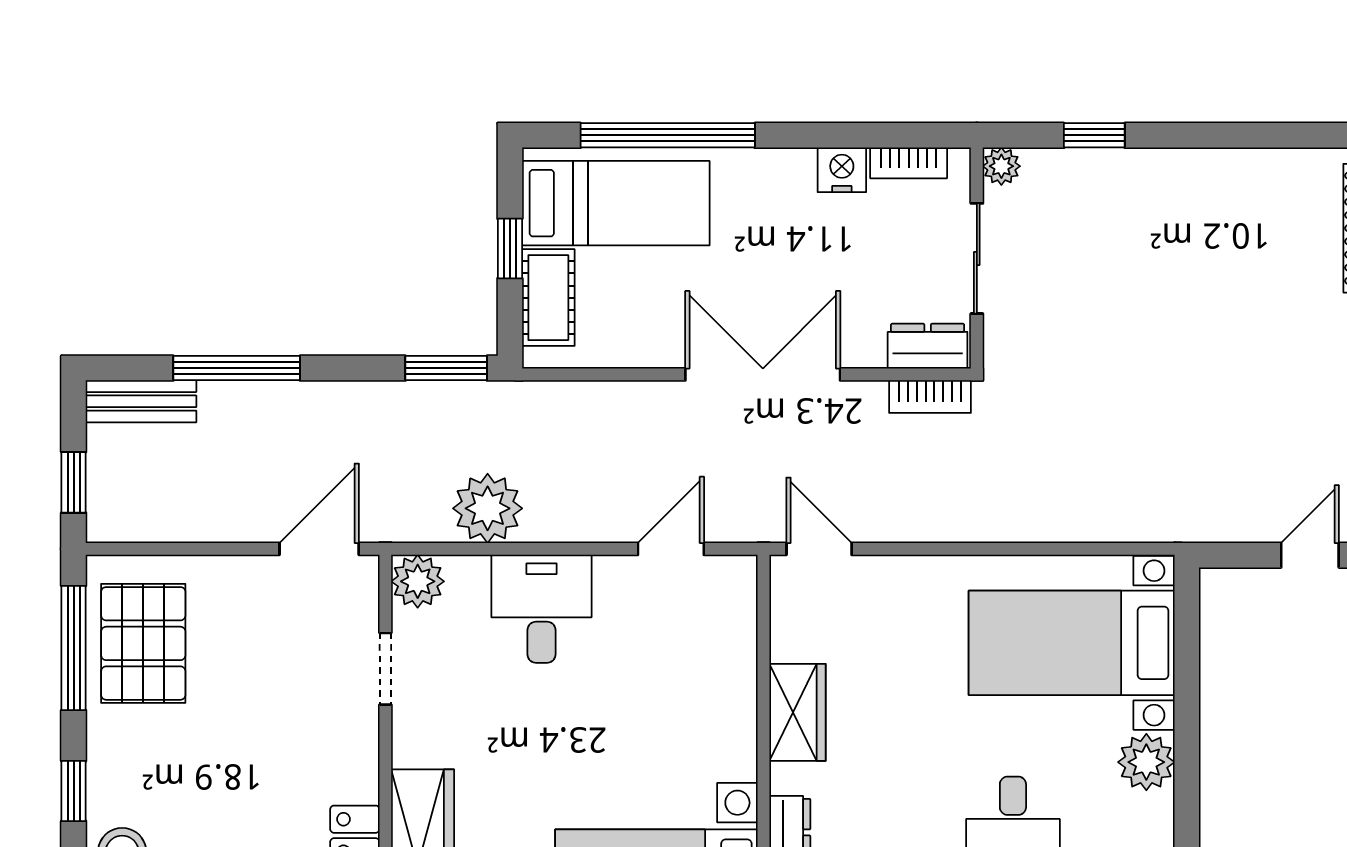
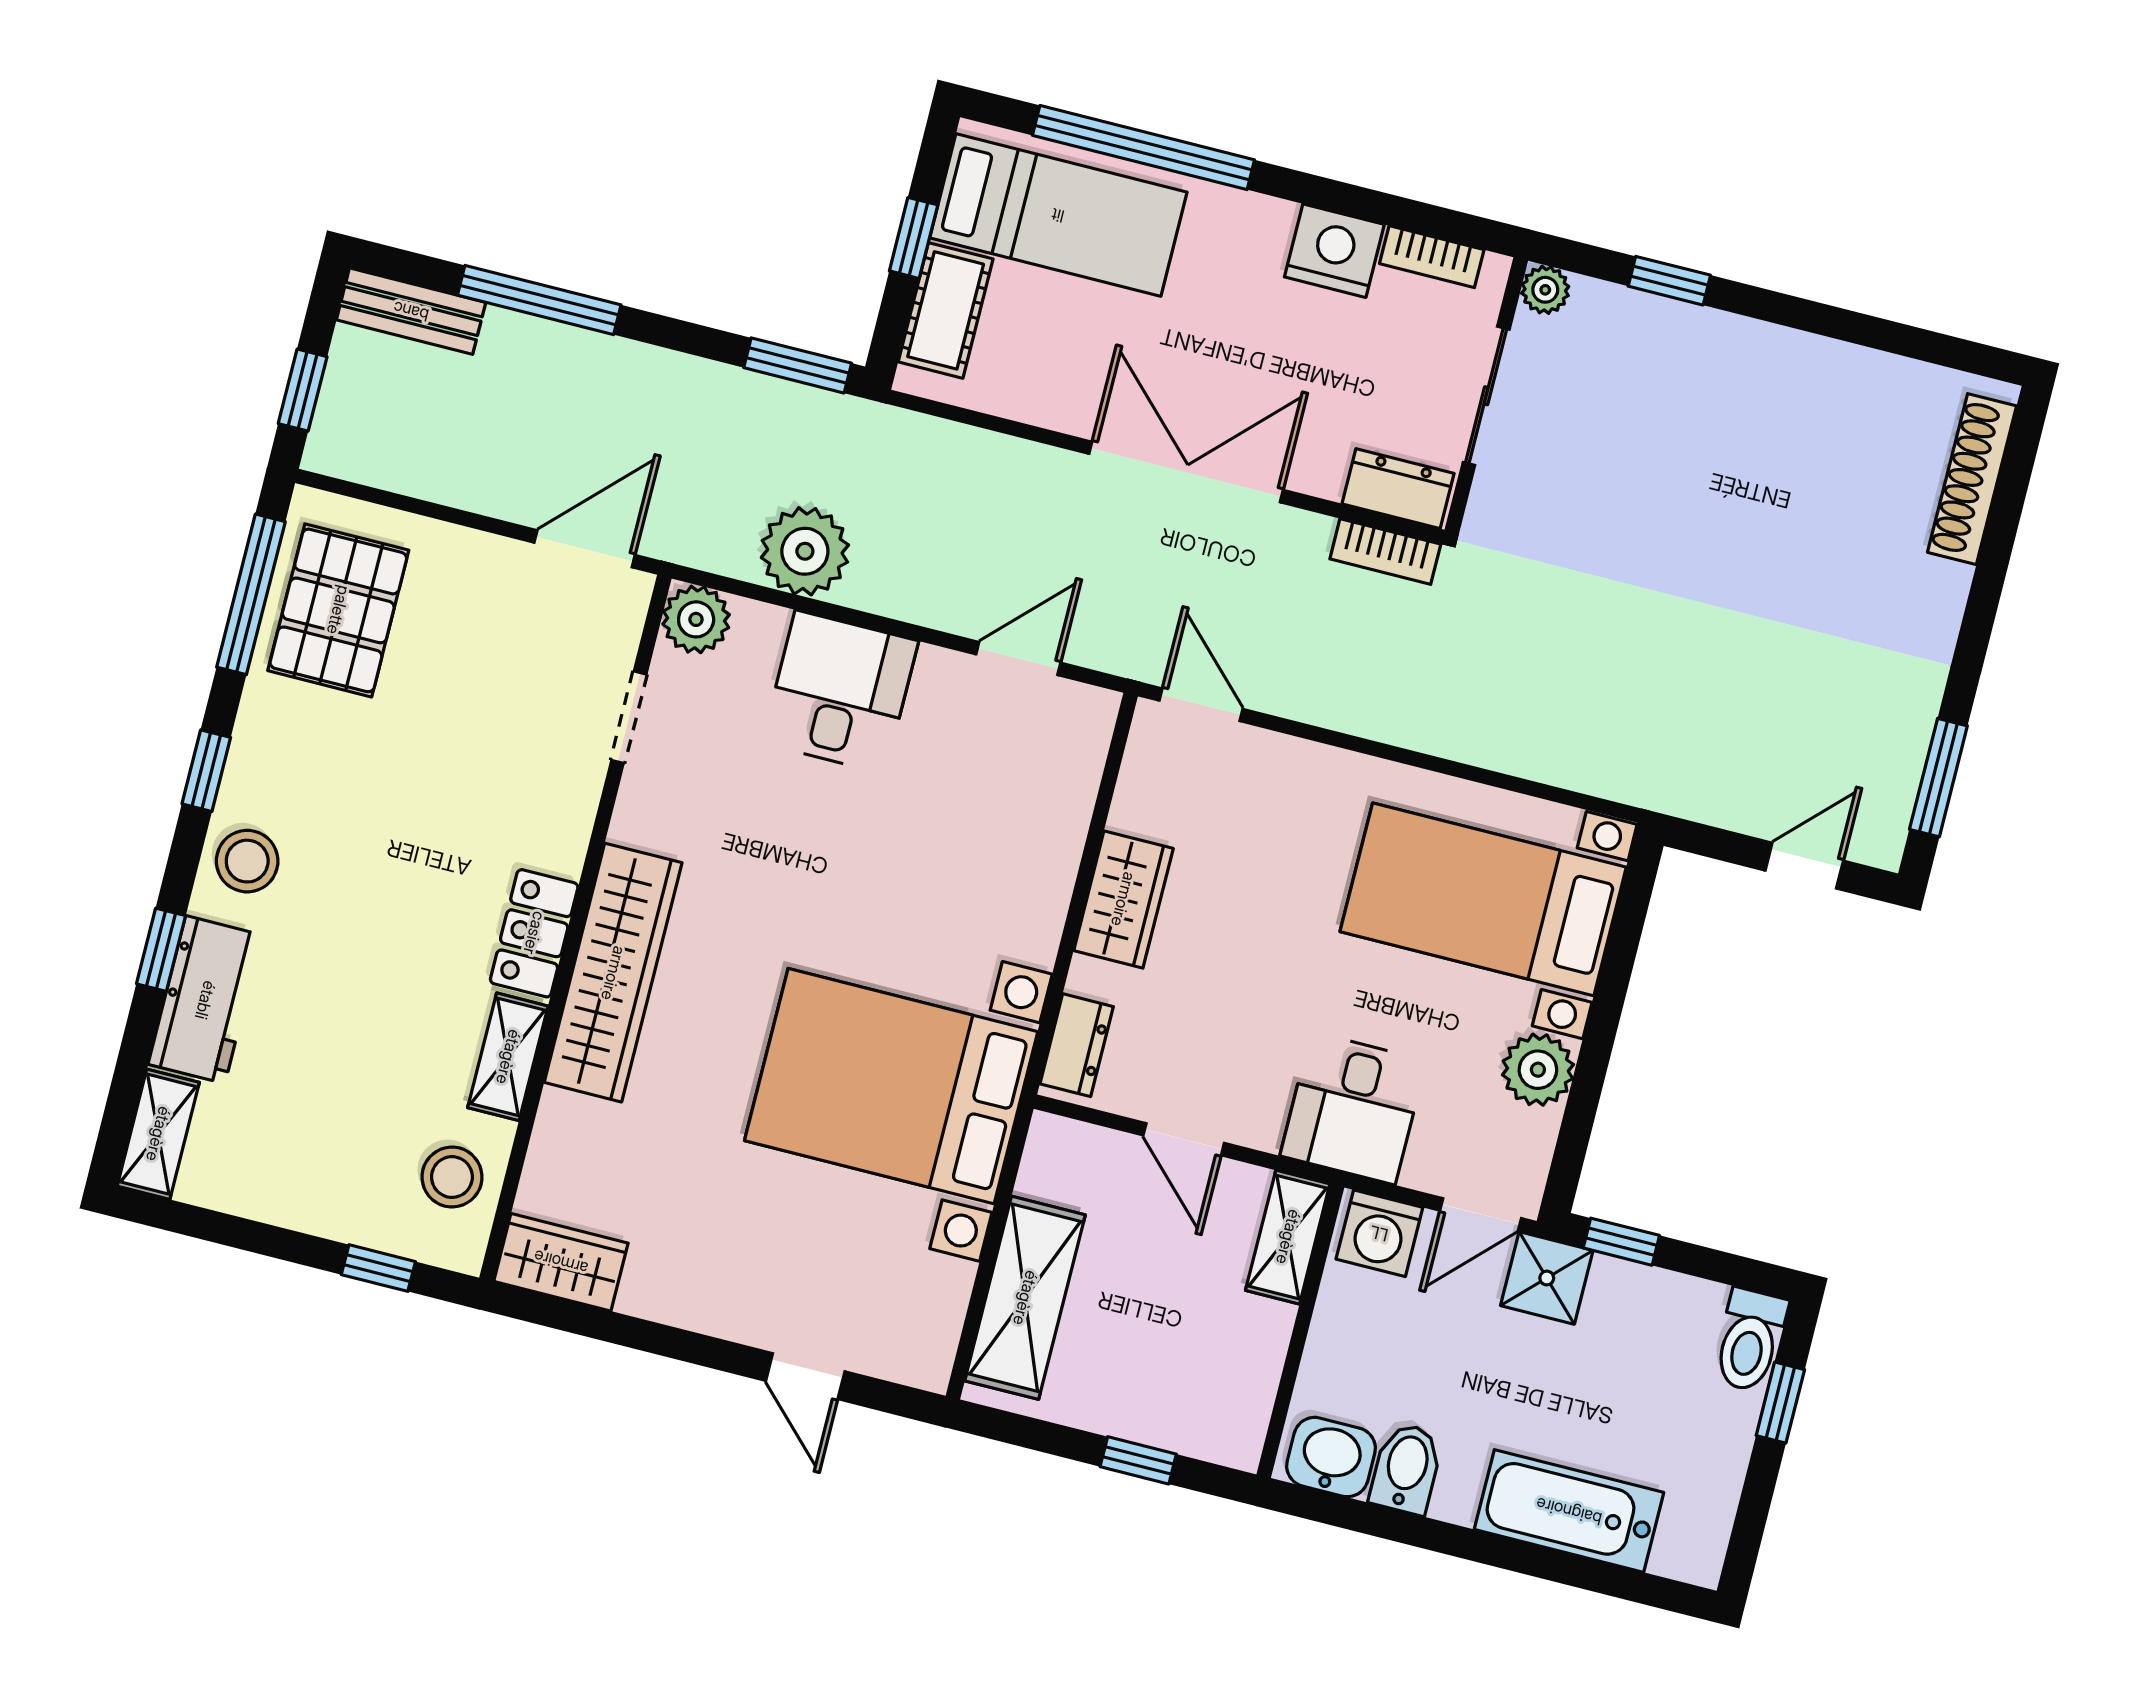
nightstand: (842, 170) -> (1334, 251), width x1.36, depth x1.33

